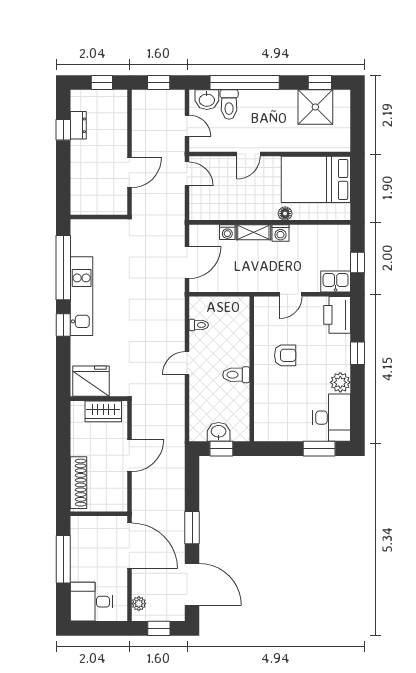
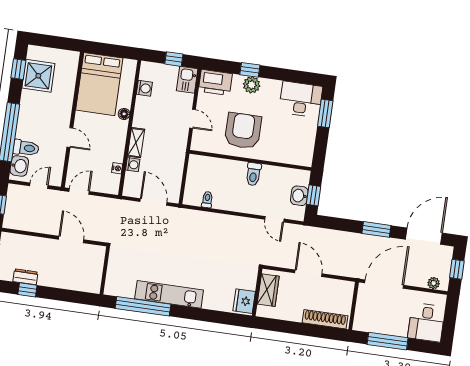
nightstand: (220, 214) -> (117, 168), added
washing machine: (280, 233) -> (144, 88), moved
window: (63, 325) -> (191, 313), removed
armchair: (285, 355) -> (243, 131), width x1.88, depth x1.88
door: (187, 363) -> (274, 219), moved
fridge: (91, 381) -> (244, 301), width x0.73, depth x0.75
plant: (340, 382) -> (252, 85), moved

